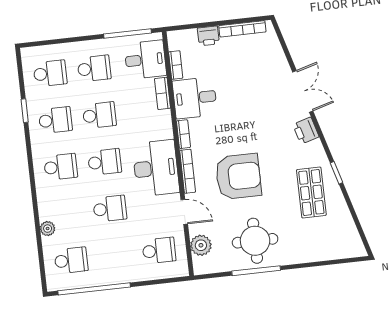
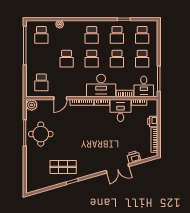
printer: (306, 131) -> (134, 157), moved
desk: (156, 168) -> (101, 86), moved
armchair: (238, 176) -> (76, 129), removed
plant: (201, 245) -> (32, 105), moved

